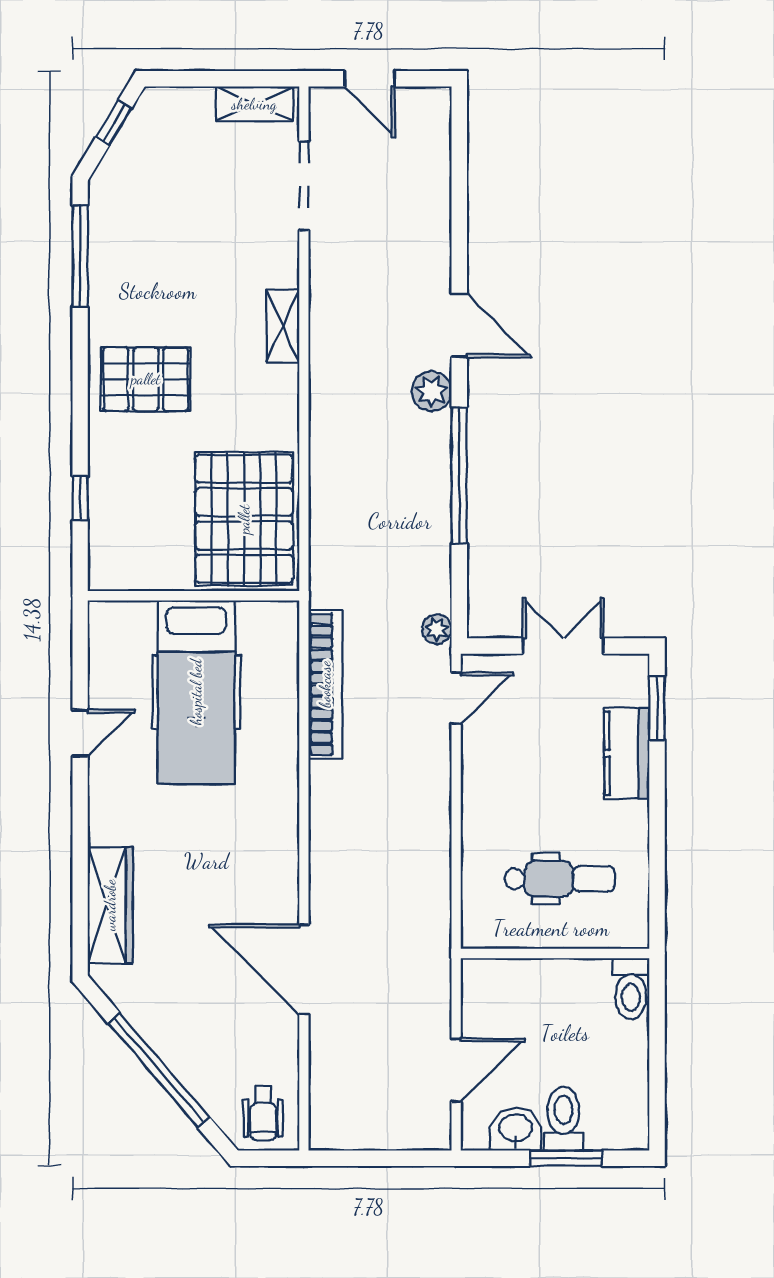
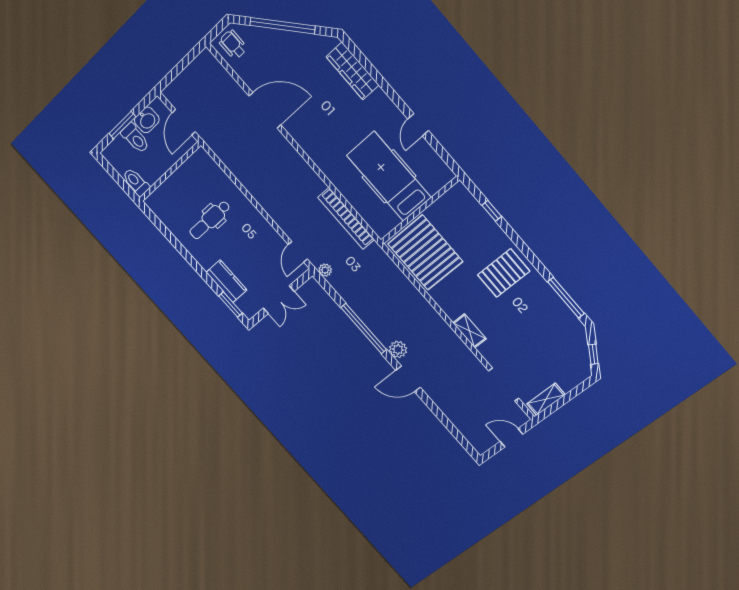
wall: (555, 953) -> (170, 172), moved
toilet: (631, 989) -> (136, 182), moved

